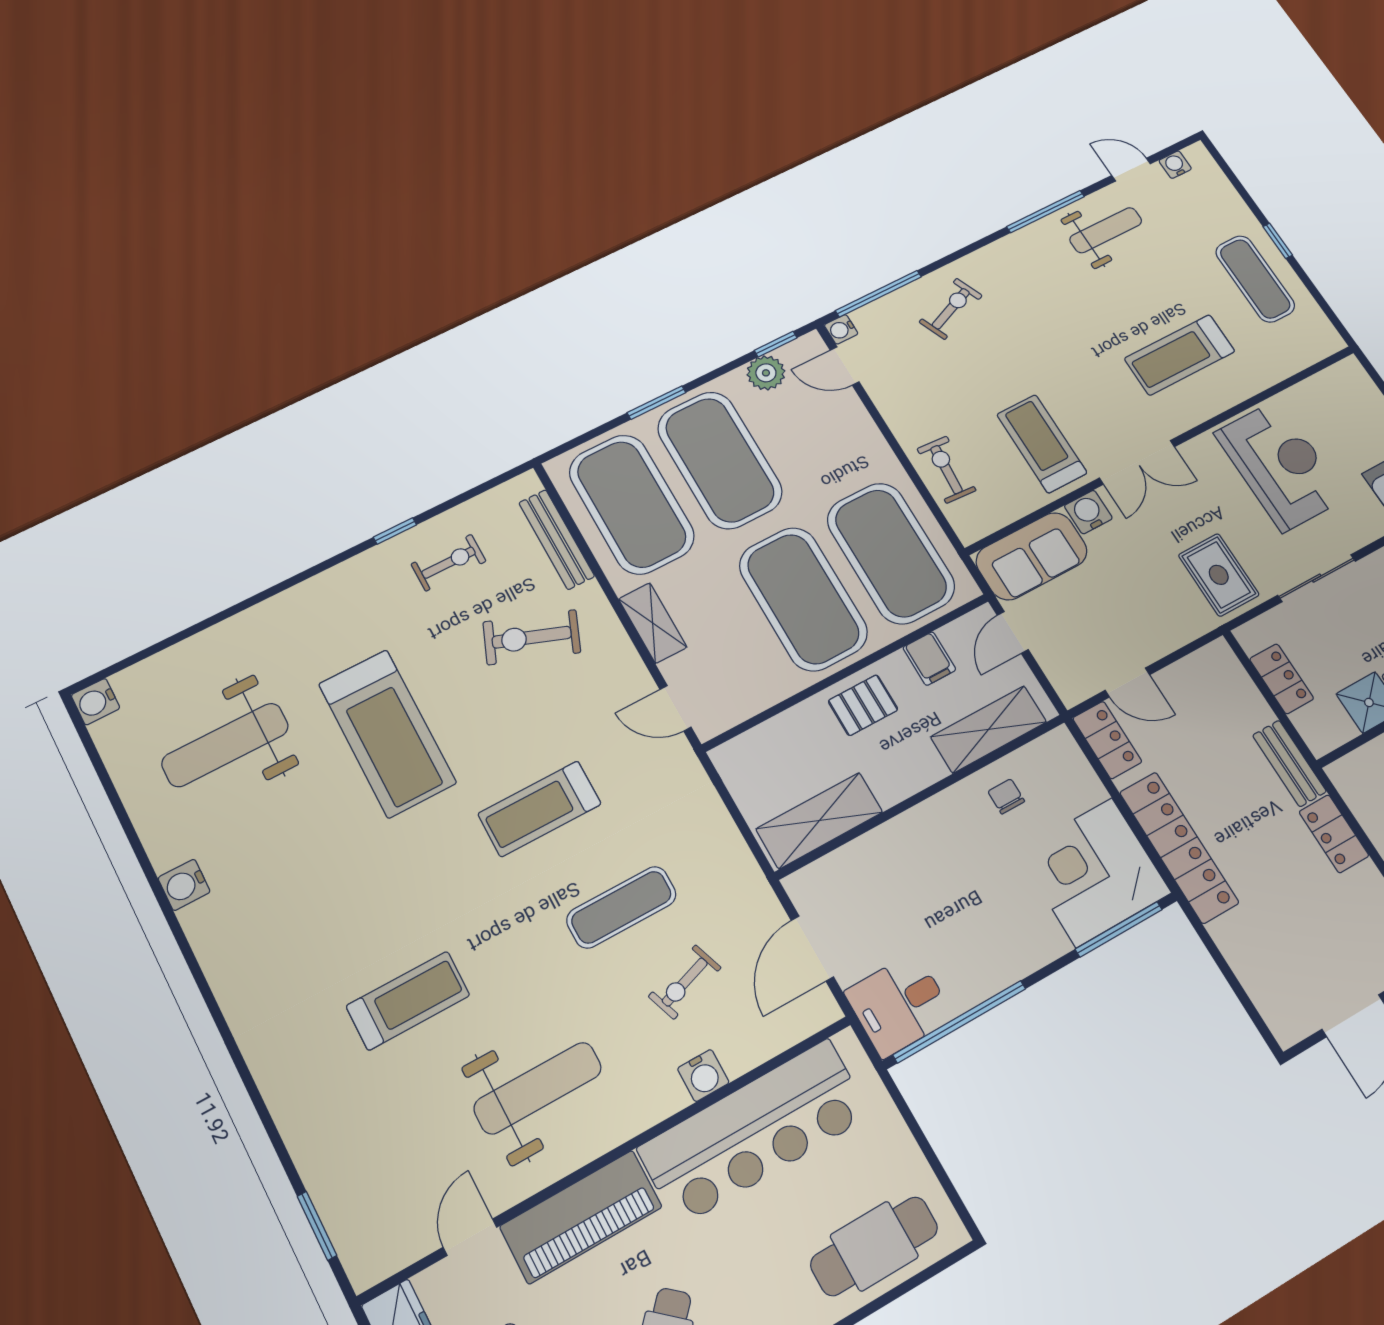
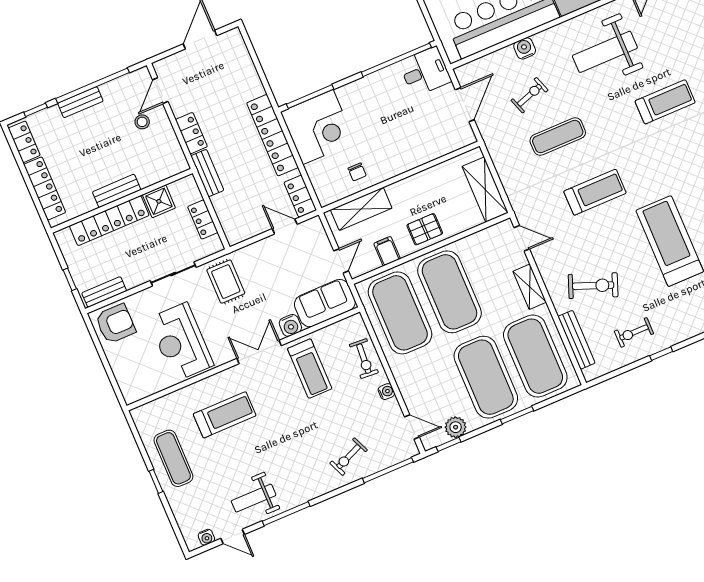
water cooler: (841, 329) -> (386, 392), moved
shelving: (819, 820) -> (485, 190), moved, turned 90
treadmill: (408, 1001) -> (665, 102), turned 180

